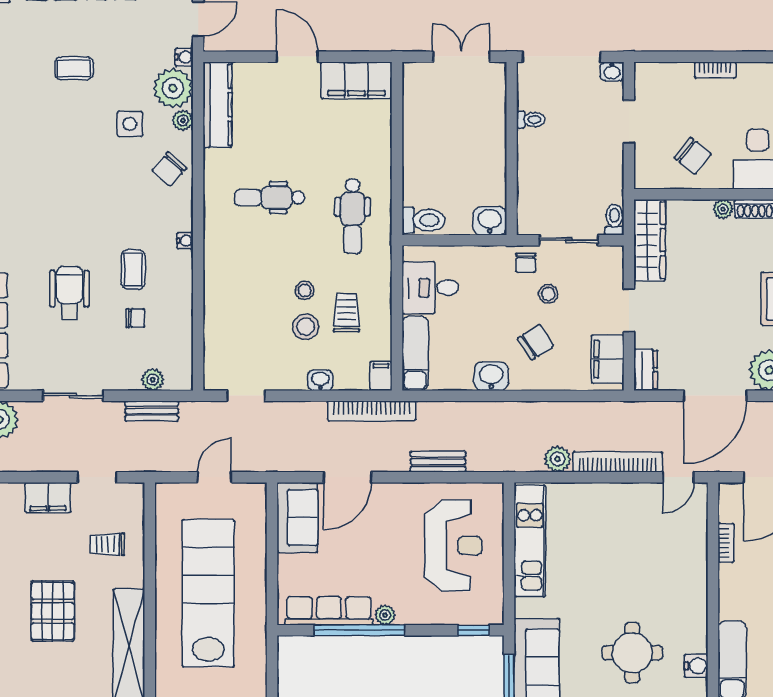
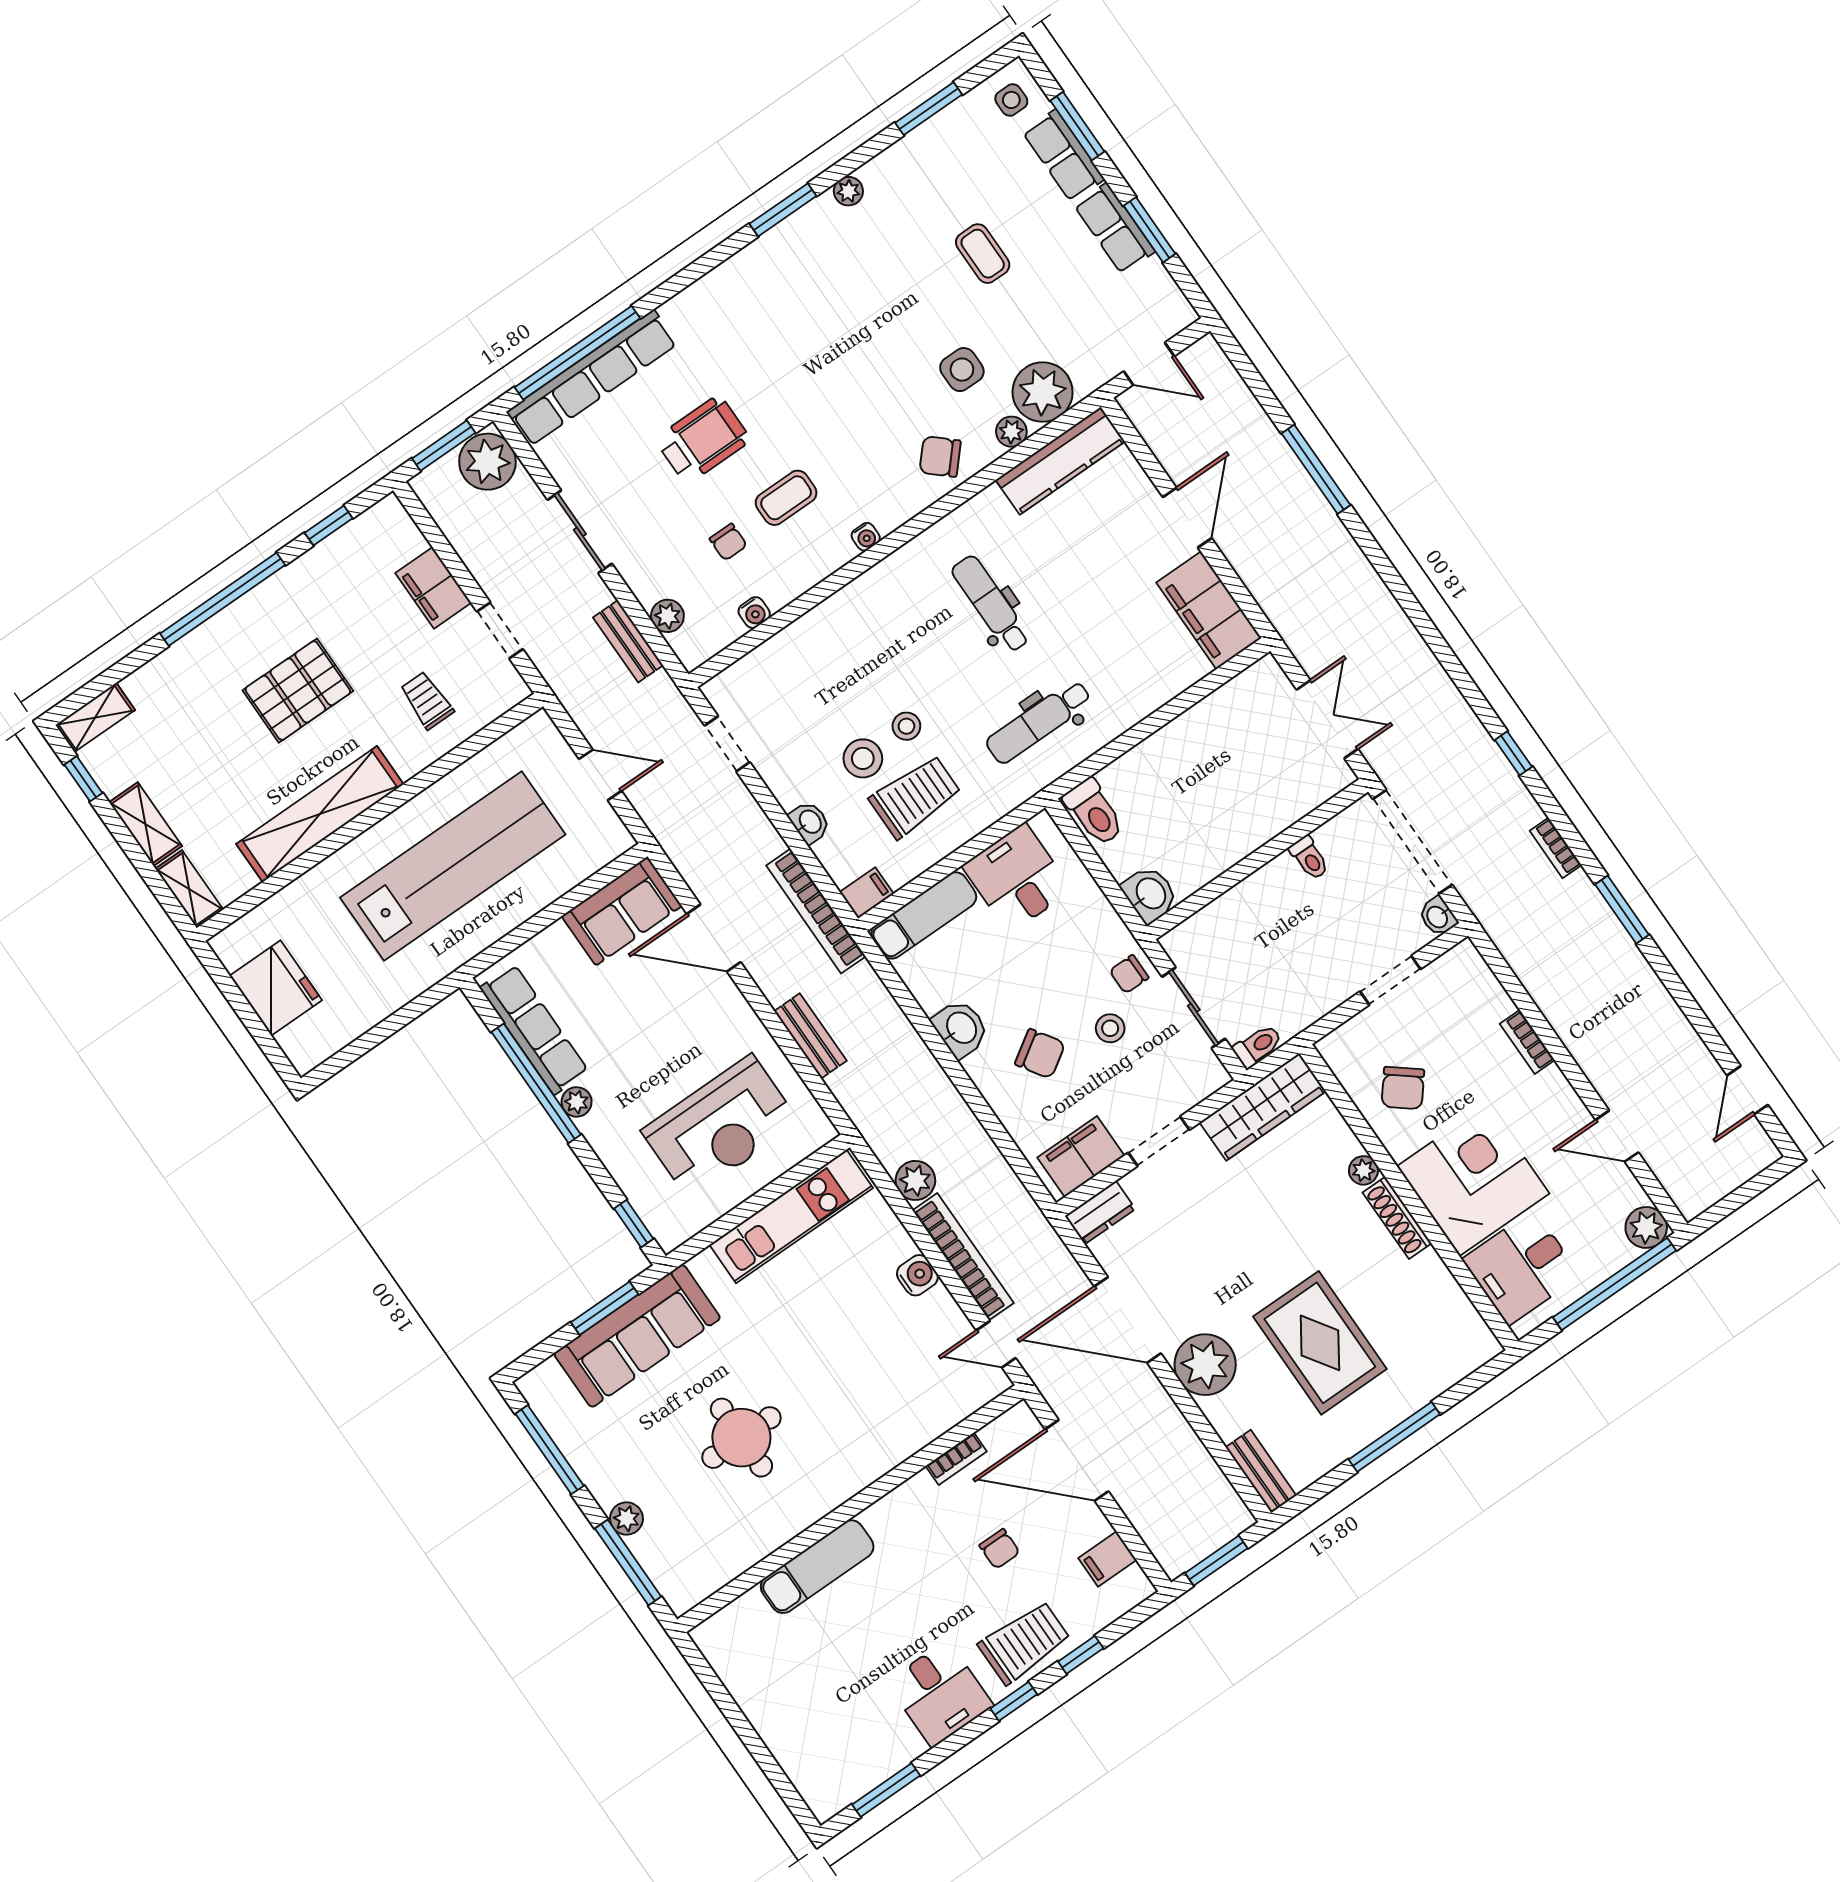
water cooler: (184, 57) -> (754, 613), moved
trolley: (347, 313) -> (915, 797), width x1.36, depth x1.39
water cooler: (696, 666) -> (917, 1275), moved, turned -90

